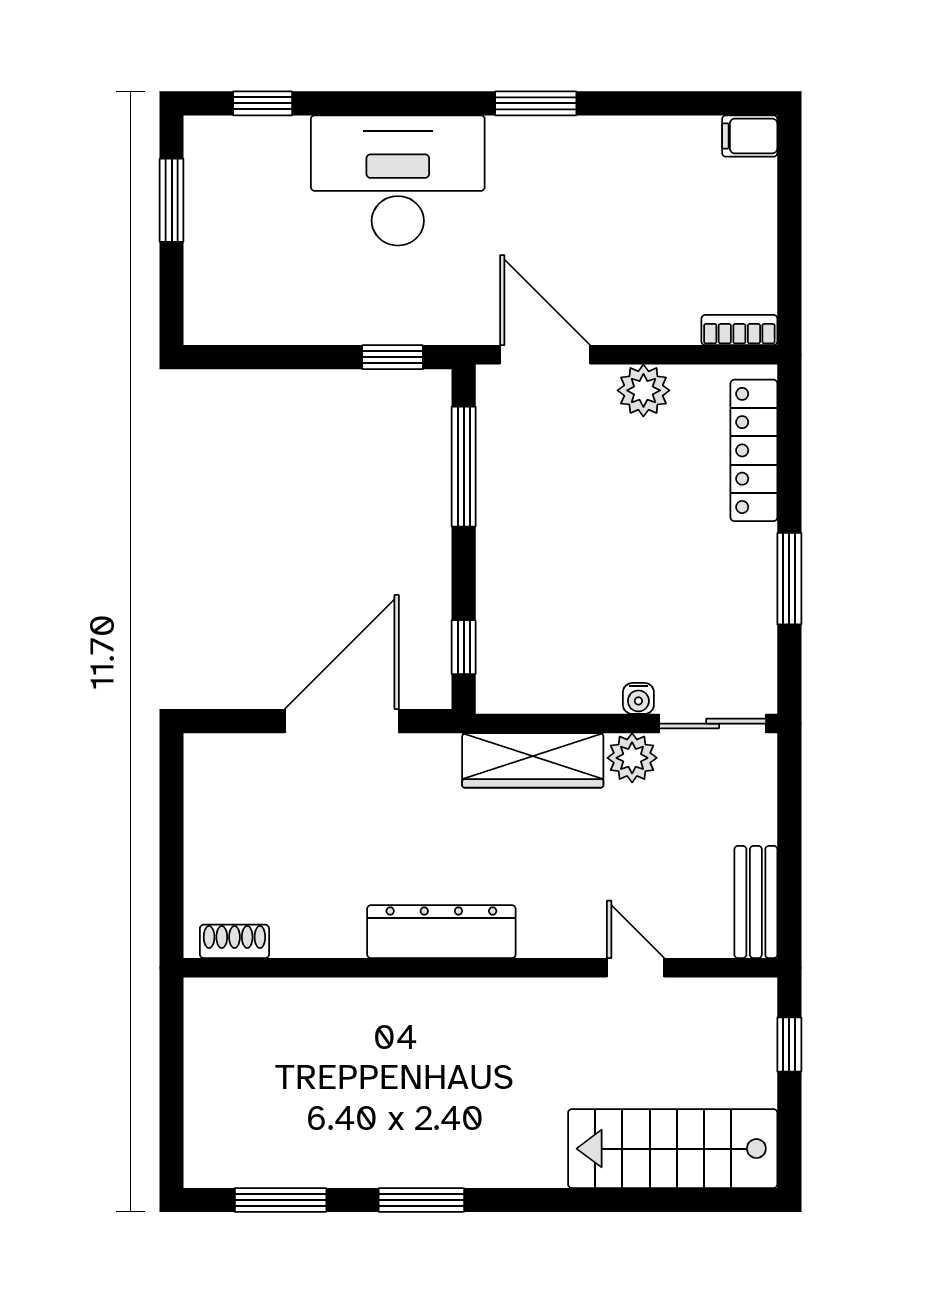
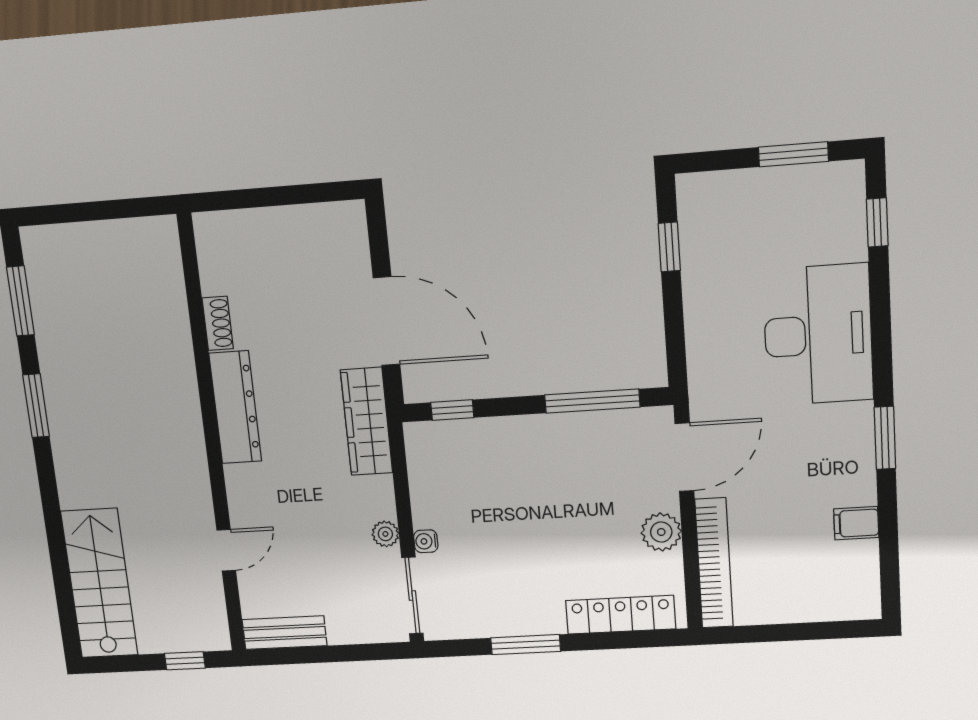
filing cabinet: (750, 136) -> (856, 523), moved, turned -90
bookcase: (739, 330) -> (714, 563), width x2.31, depth x1.31
window: (393, 357) -> (669, 247), moved
plant: (632, 758) -> (385, 534), width x0.73, depth x0.73
wardrobe: (533, 760) -> (367, 421), moved
shoe rack: (234, 941) -> (218, 323), moved

